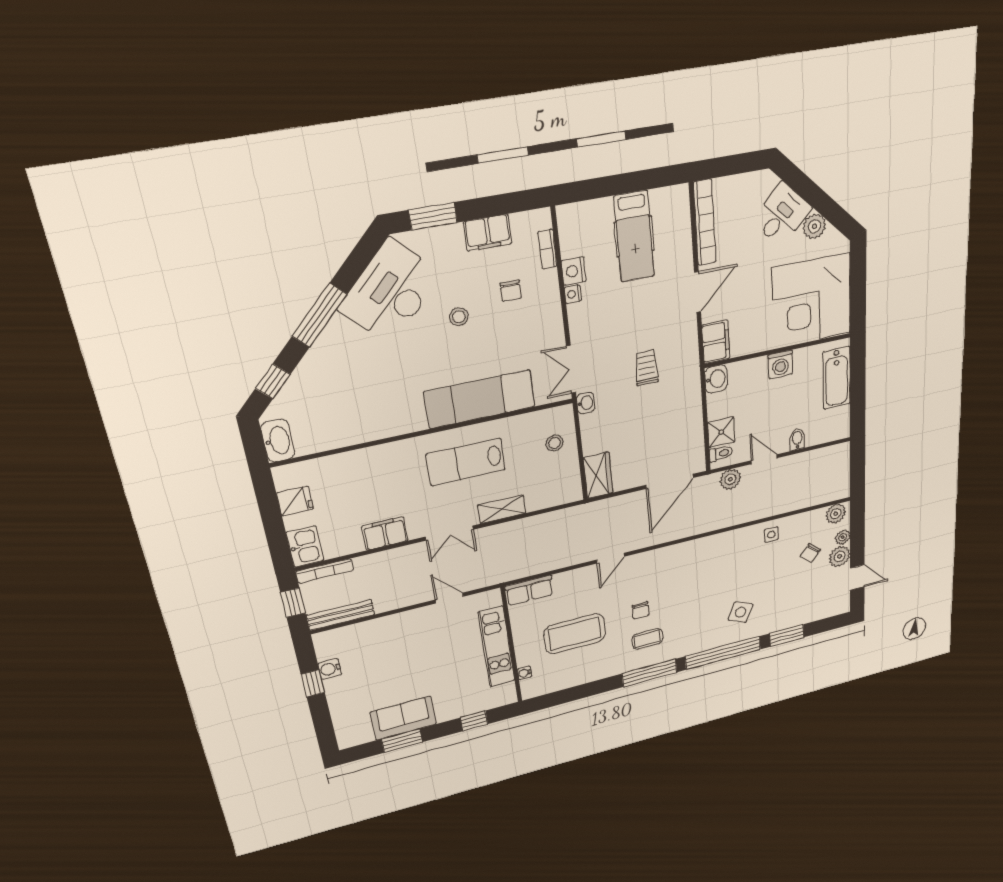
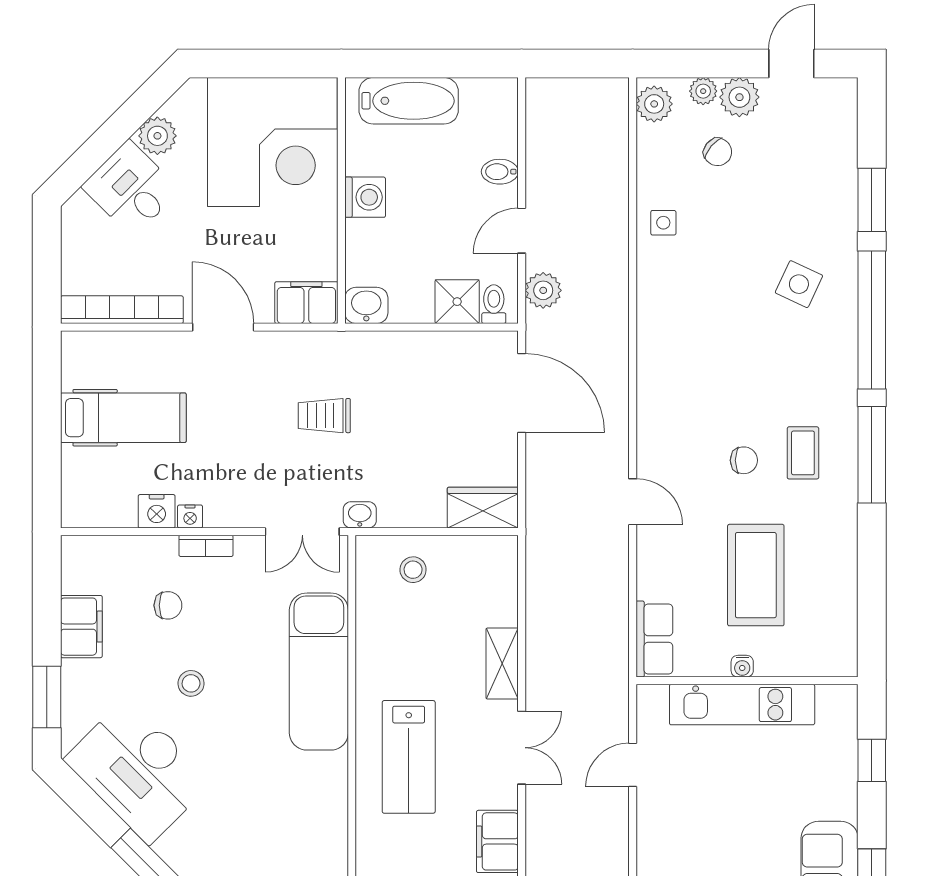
bookcase: (547, 249) -> (206, 546), moved
lab bench: (466, 462) -> (409, 757), moved
water cooler: (525, 673) -> (742, 666), moved

